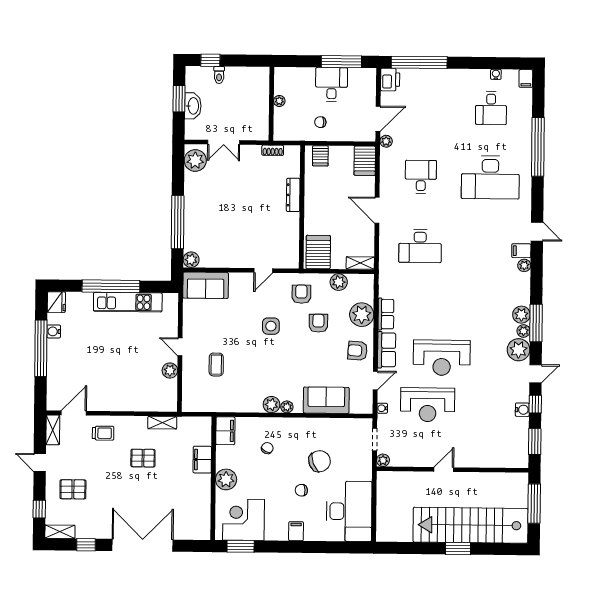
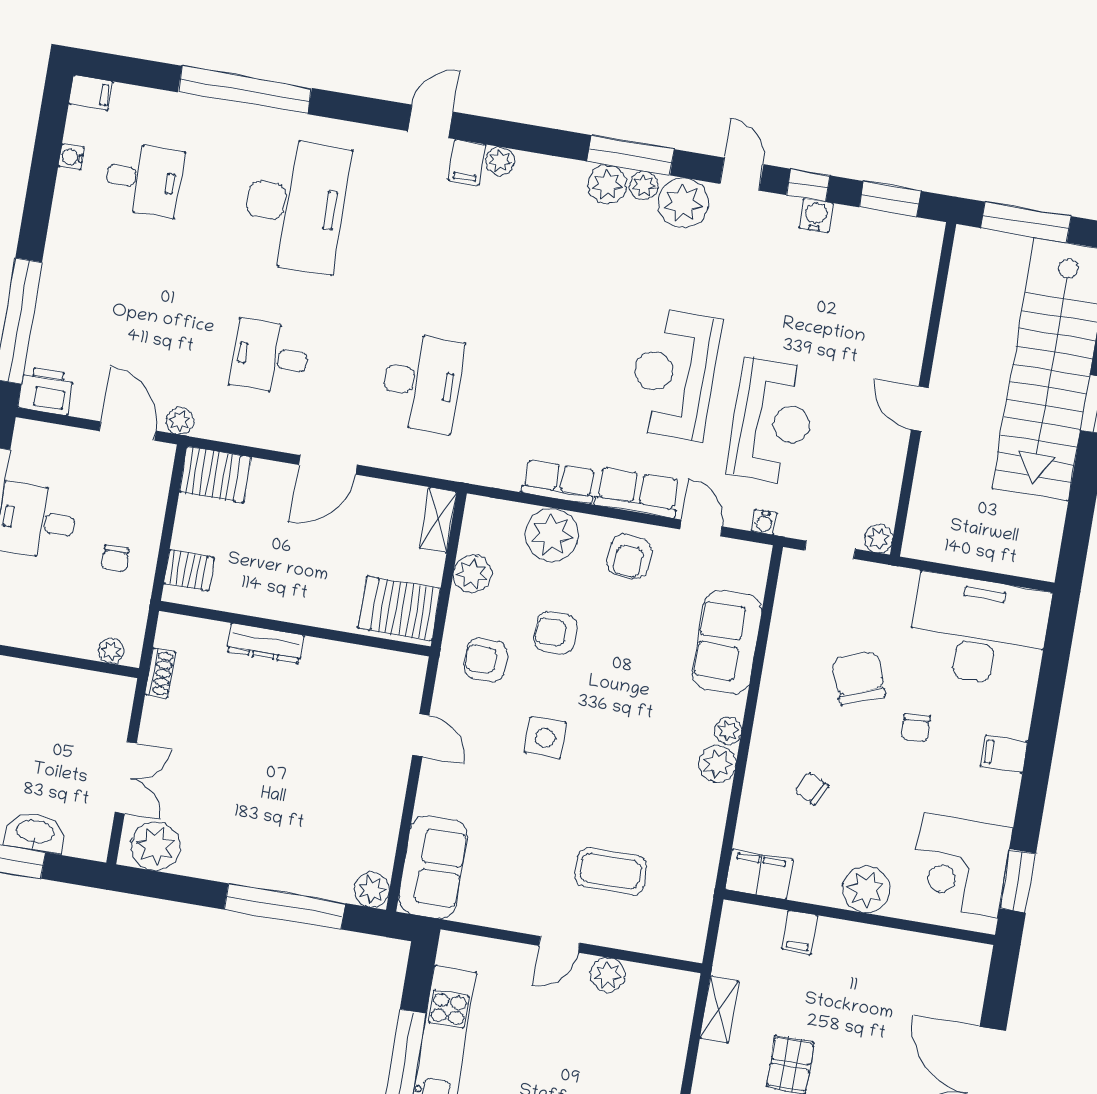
plant: (279, 101) -> (111, 651), moved
reception desk: (442, 358) -> (674, 374), turned 180
coffee table: (216, 365) -> (611, 871), width x1.36, depth x1.30
filing cabinet: (202, 460) -> (800, 932), width x0.50

